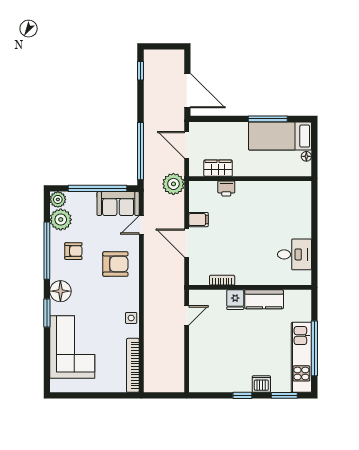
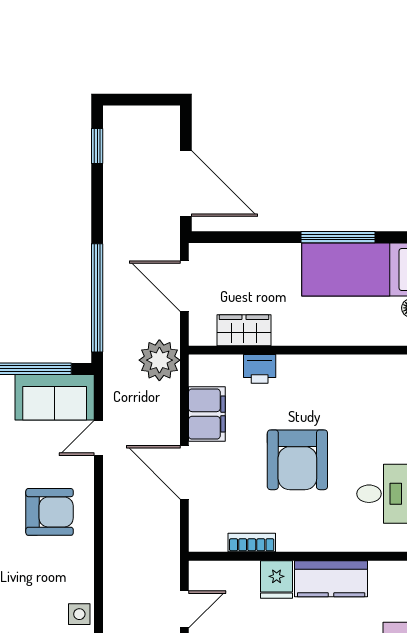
filing cabinet: (199, 220) -> (207, 414), width x2.00
armchair: (246, 236) -> (297, 460), added

